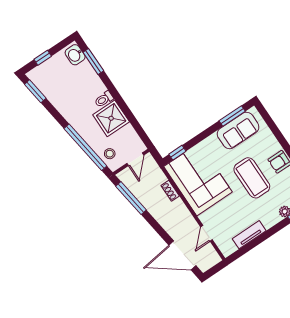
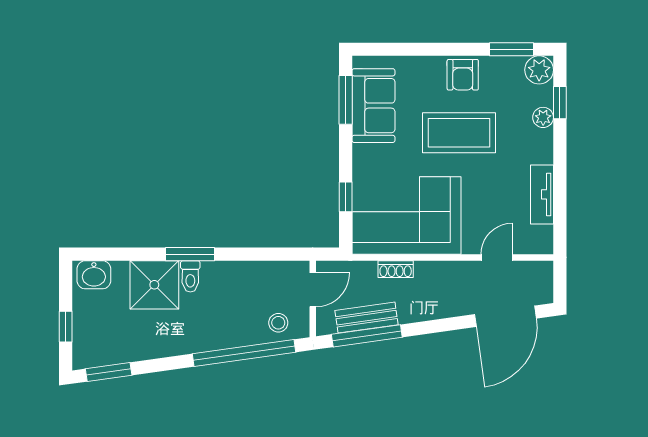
window: (93, 62) -> (190, 254), moved
shower: (111, 118) -> (154, 285), moved
window: (177, 153) -> (346, 197), moved
door: (135, 159) -> (313, 290), hinge flipped
bench: (139, 192) -> (367, 318), added
door: (207, 233) -> (497, 257), swing flipped

